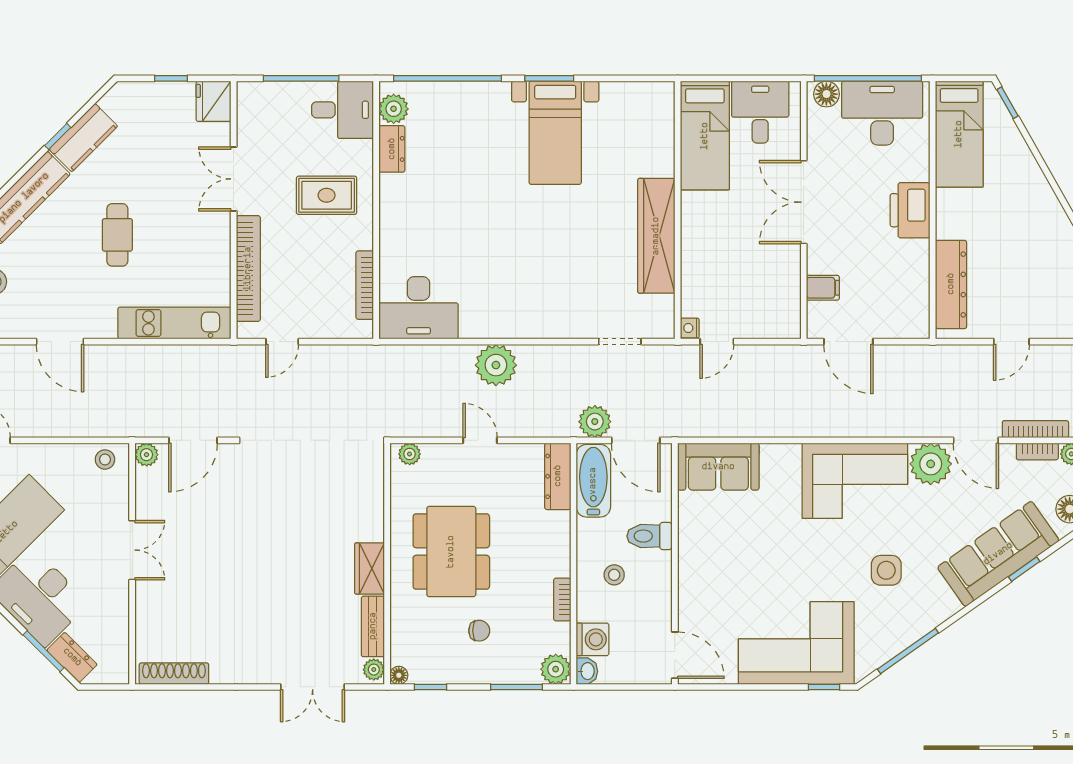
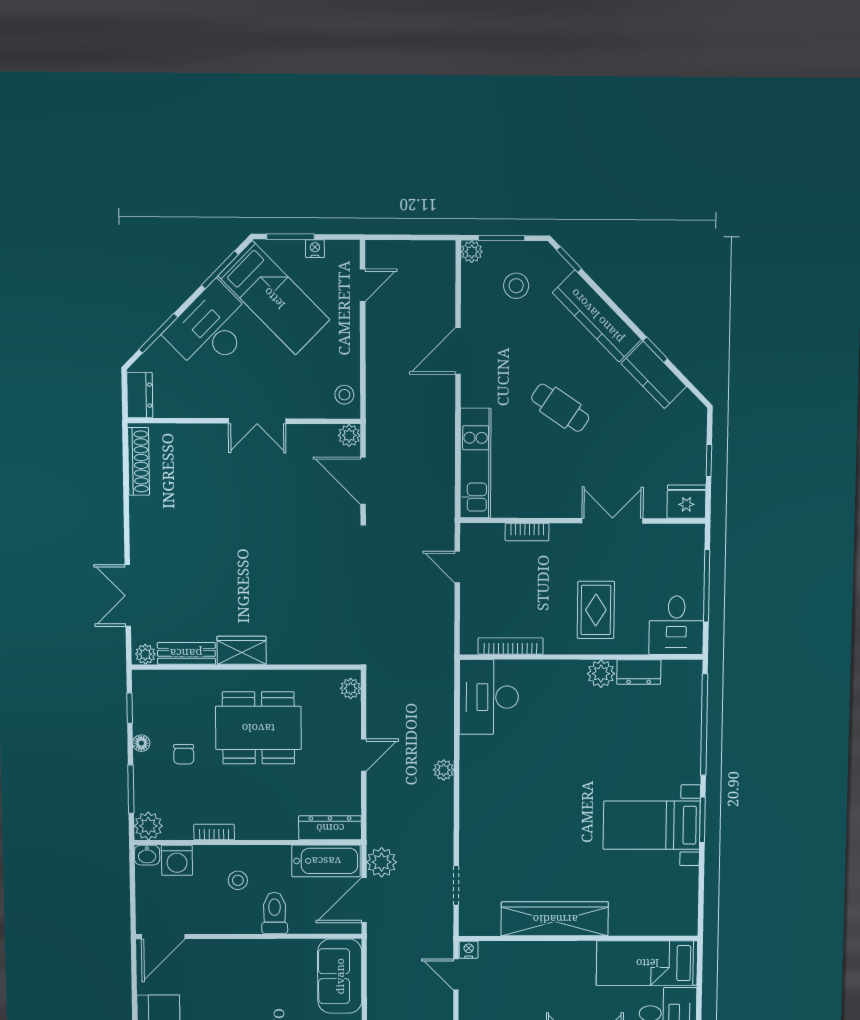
plant: (394, 109) -> (601, 674), moved
cafe table: (117, 235) -> (560, 408), turned 34
bookcase: (248, 269) -> (527, 532), width x0.43, depth x0.76
plant: (496, 365) -> (444, 770), width x0.53, depth x0.53
dresser: (72, 657) -> (140, 395), moved, turned -45
floor lamp: (399, 675) -> (141, 743), moved

